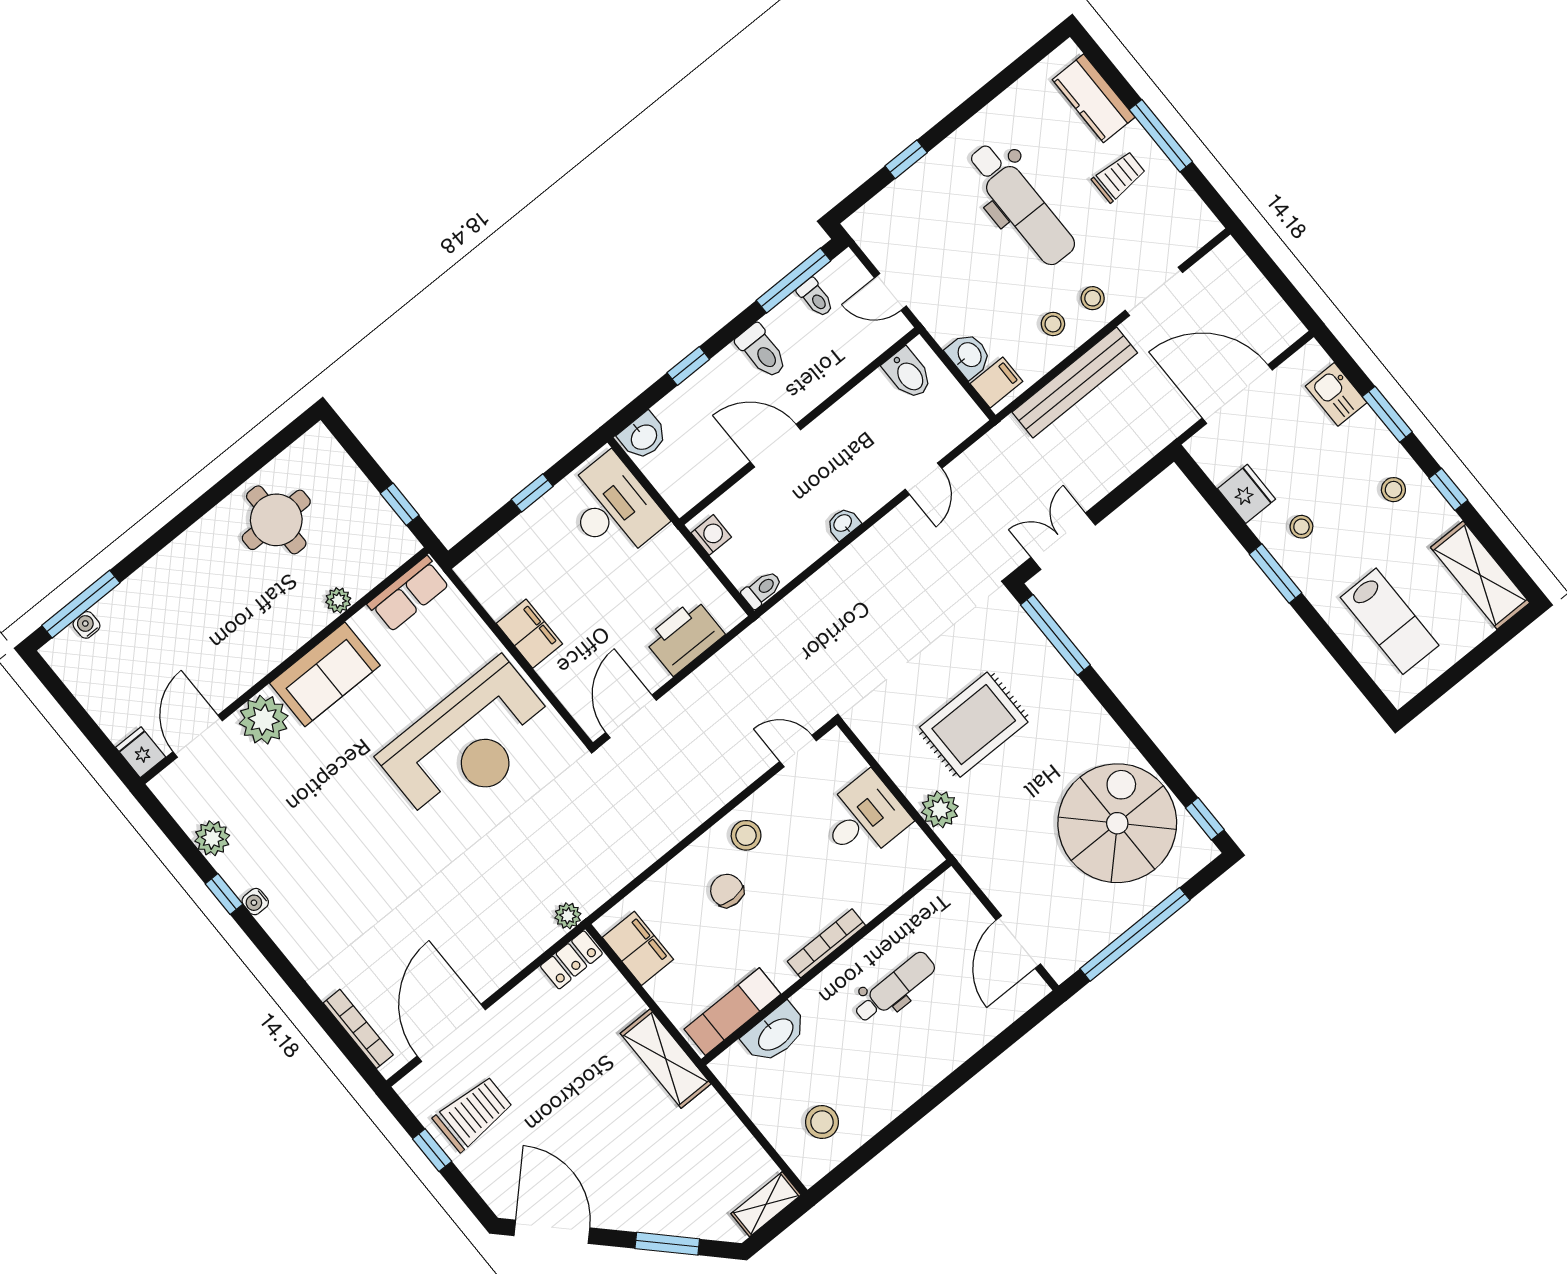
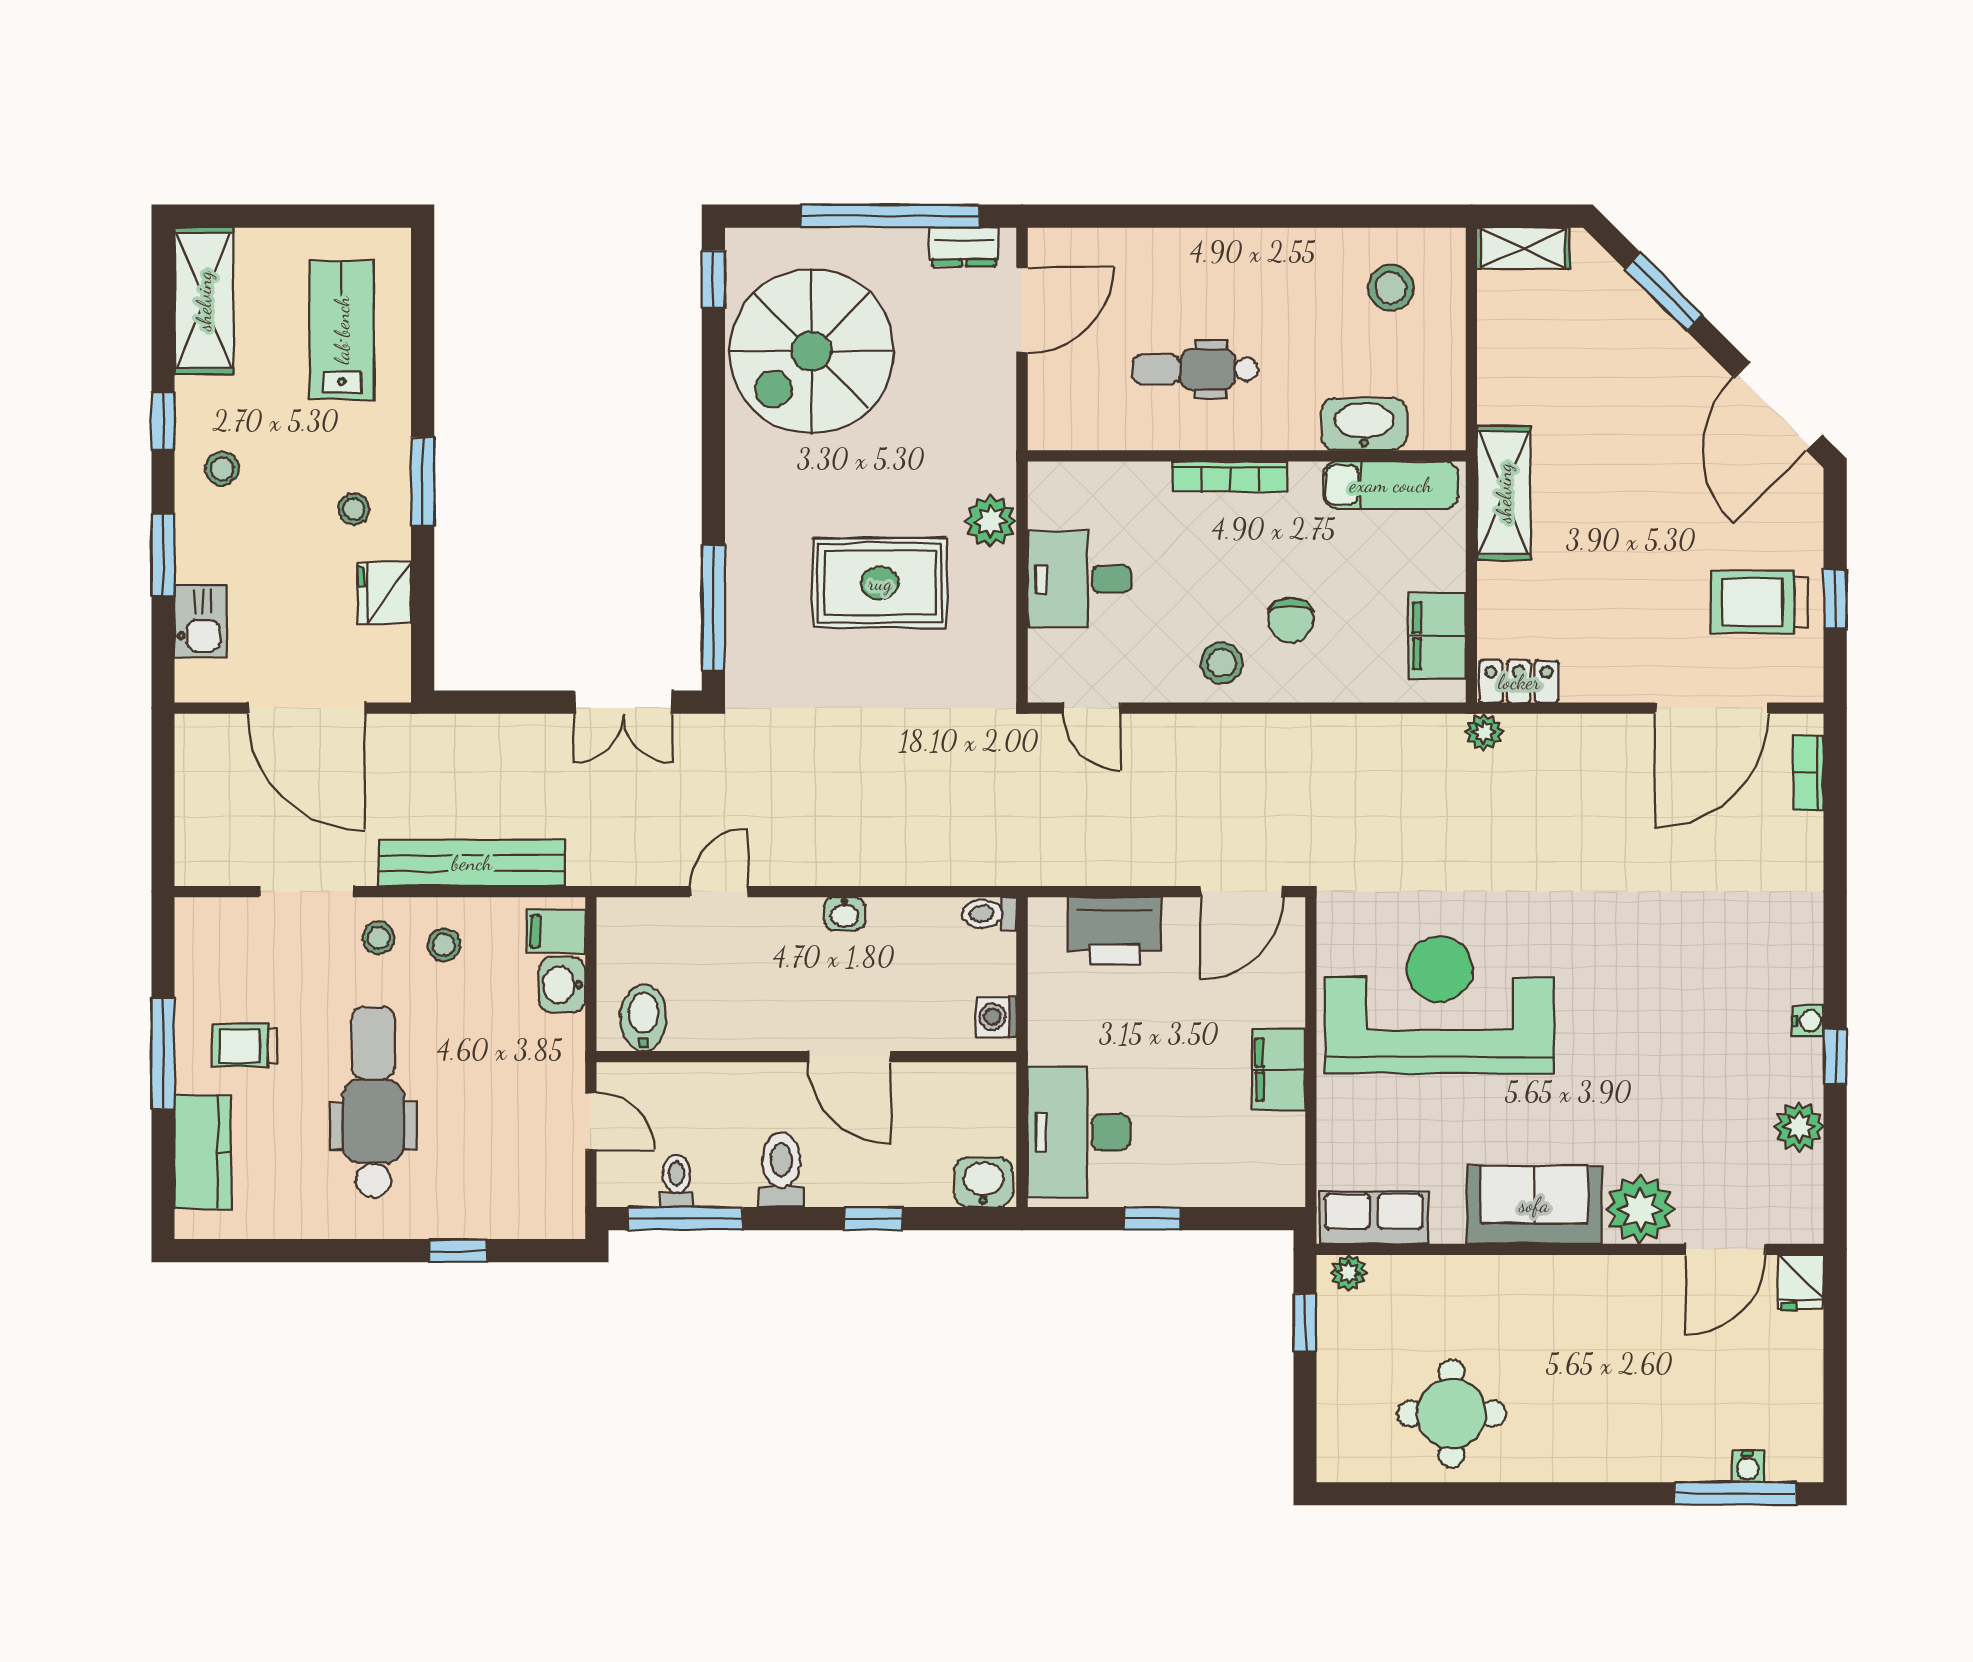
plant: (338, 600) -> (1349, 1273), moved
dresser: (1079, 951) -> (964, 247), added
bookcase: (358, 1029) -> (1809, 773), width x0.64

